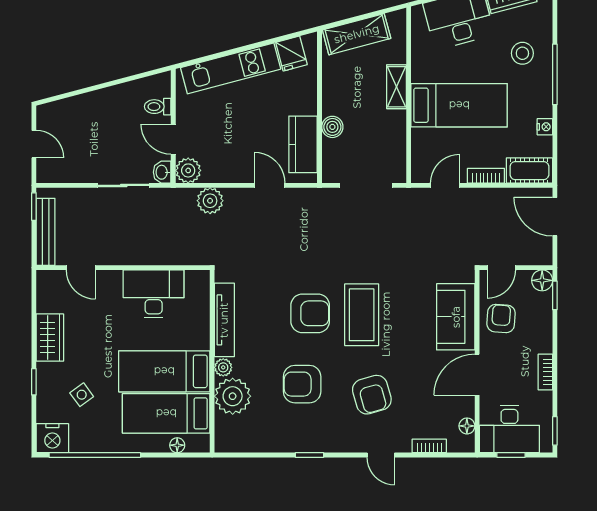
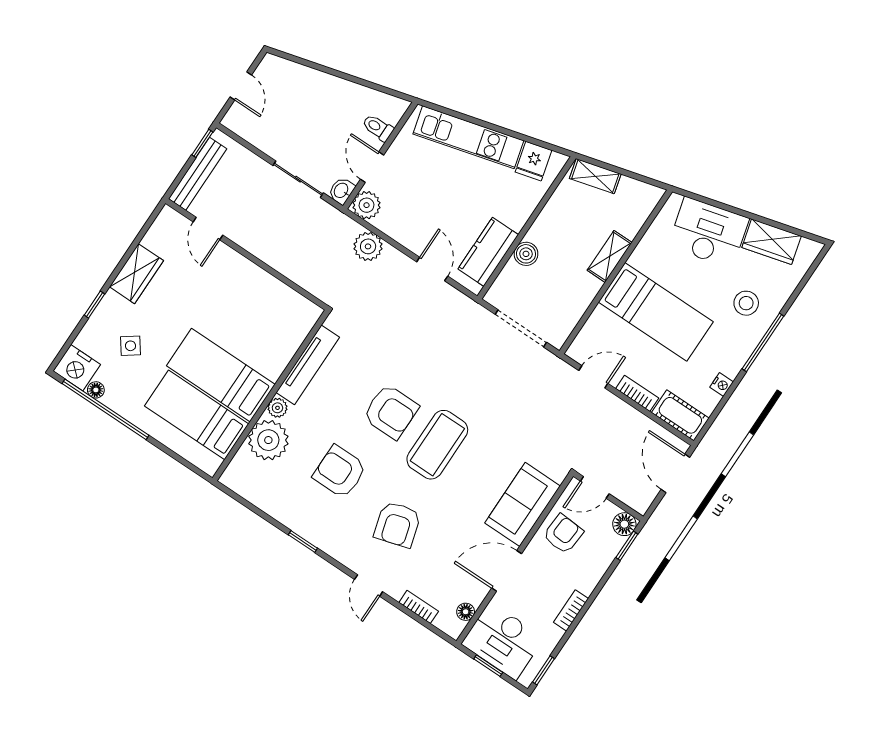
shelving: (357, 34) -> (595, 176), width x0.67, depth x0.75
desk: (154, 294) -> (259, 297), removed
floor lamp: (177, 445) -> (96, 390), moved

